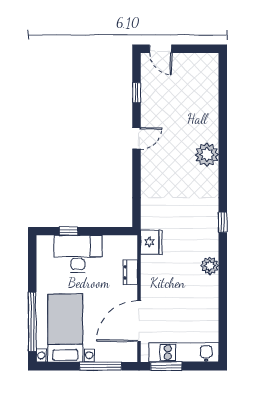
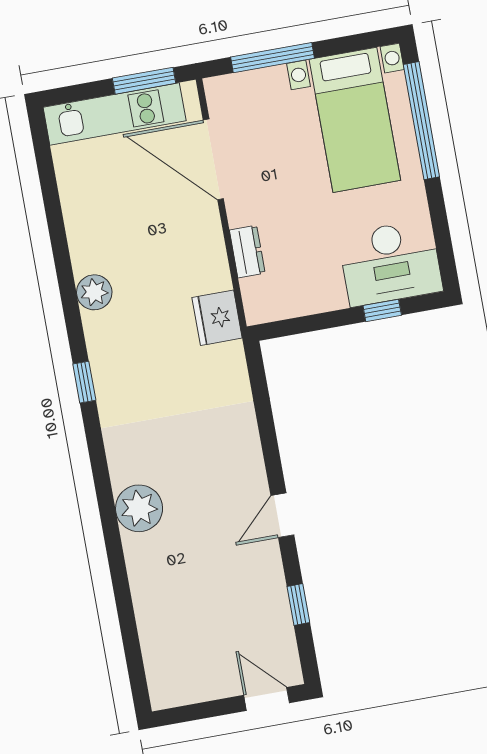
desk: (78, 254) -> (390, 263), moved
door: (139, 321) -> (213, 159), swing flipped

